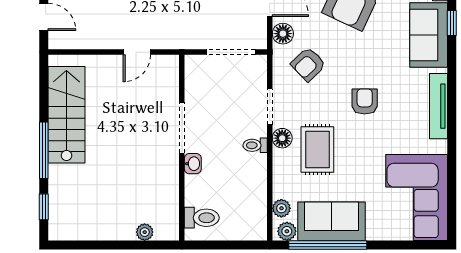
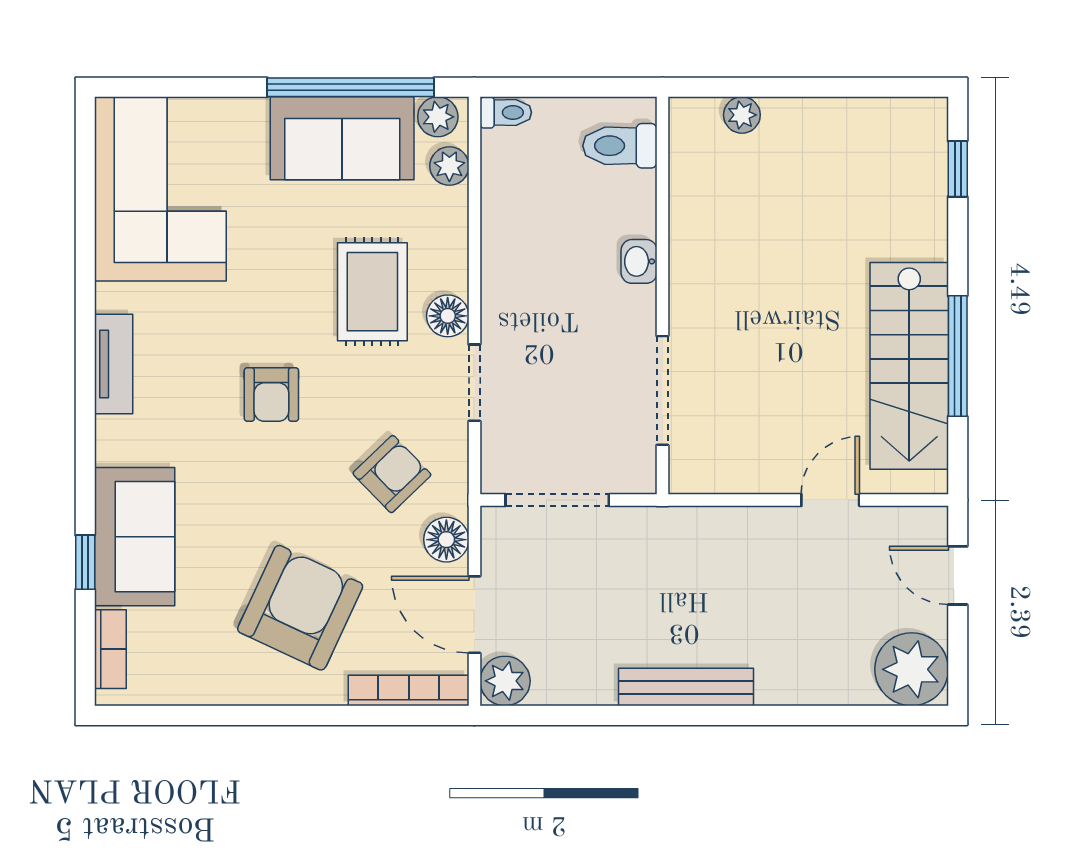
door: (137, 52) -> (830, 500), moved
tv unit: (438, 106) -> (114, 364), width x0.71
doorway: (182, 128) -> (662, 390), moved
toilet: (255, 145) -> (506, 112), moved
window: (44, 150) -> (958, 356), moved

